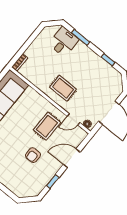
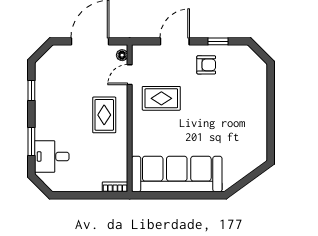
door: (74, 119) -> (130, 75), swing flipped
armchair: (33, 155) -> (206, 65), moved
door: (72, 158) -> (175, 41), swing flipped

